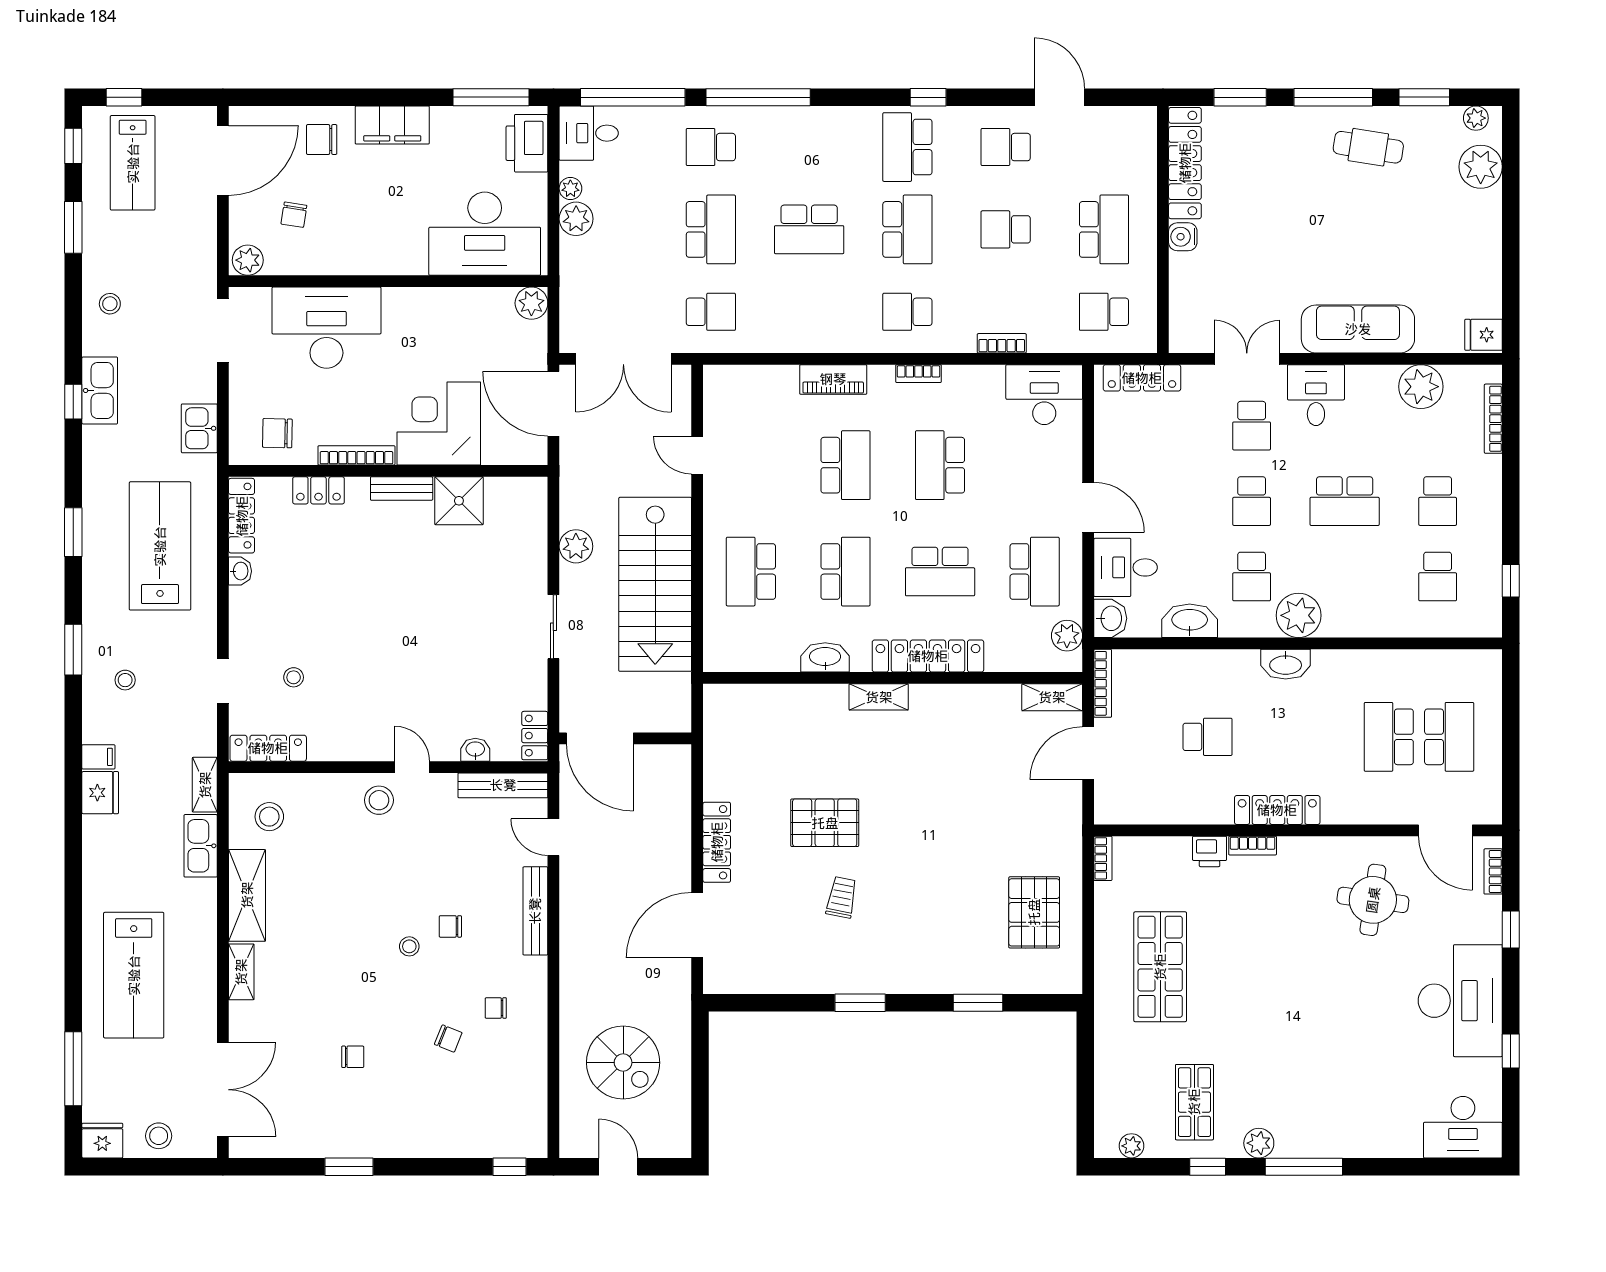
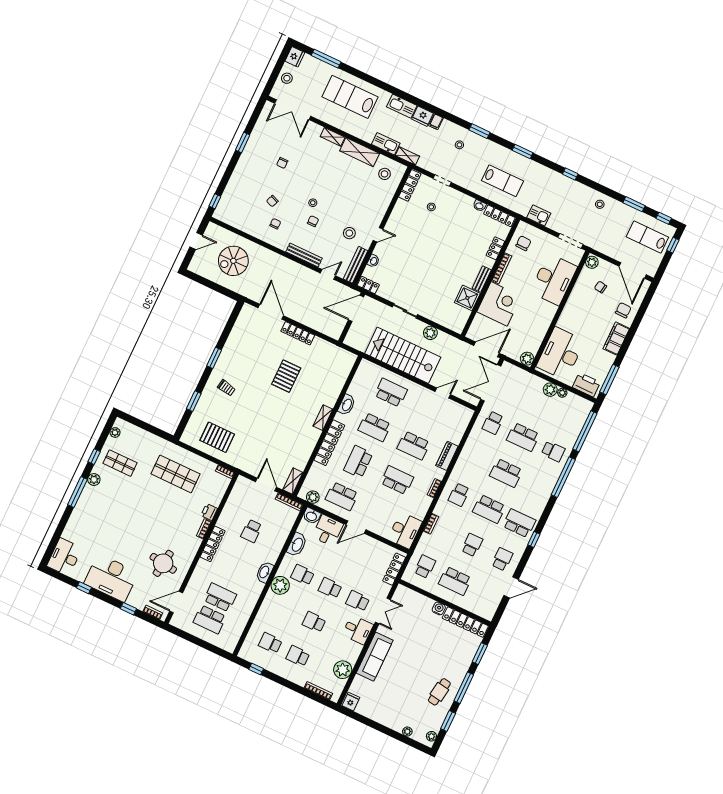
desk: (589, 133) -> (579, 409), removed
school desk: (711, 147) -> (553, 451), turned 90
plant: (1481, 167) -> (407, 732), width x0.53, depth x0.53
school desk: (809, 229) -> (506, 473), turned -90
school desk: (907, 312) -> (459, 495), turned 180
kitchen sink: (100, 390) -> (402, 106), moved
school desk: (1345, 501) -> (314, 622), width x0.54
lab bench: (160, 546) -> (502, 181), width x0.73, depth x0.72
stool: (379, 800) -> (349, 233), moved
trolley: (842, 897) -> (226, 388), moved

